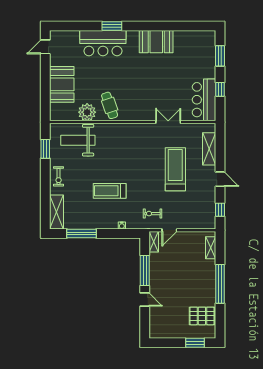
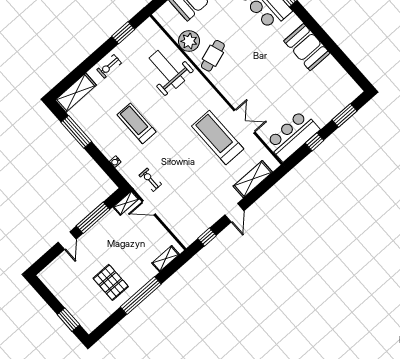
weight bench: (78, 140) -> (167, 69), moved
treadmill: (175, 169) -> (218, 137), moved, turned -90
pallet: (202, 316) -> (111, 282), moved

